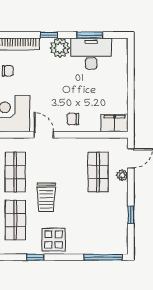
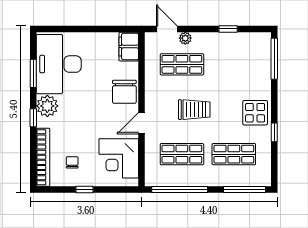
desk: (91, 54) -> (59, 64), width x1.36, depth x1.30
chair: (73, 119) -> (124, 92), width x1.87, depth x1.87
trolley: (46, 197) -> (194, 110), moved

